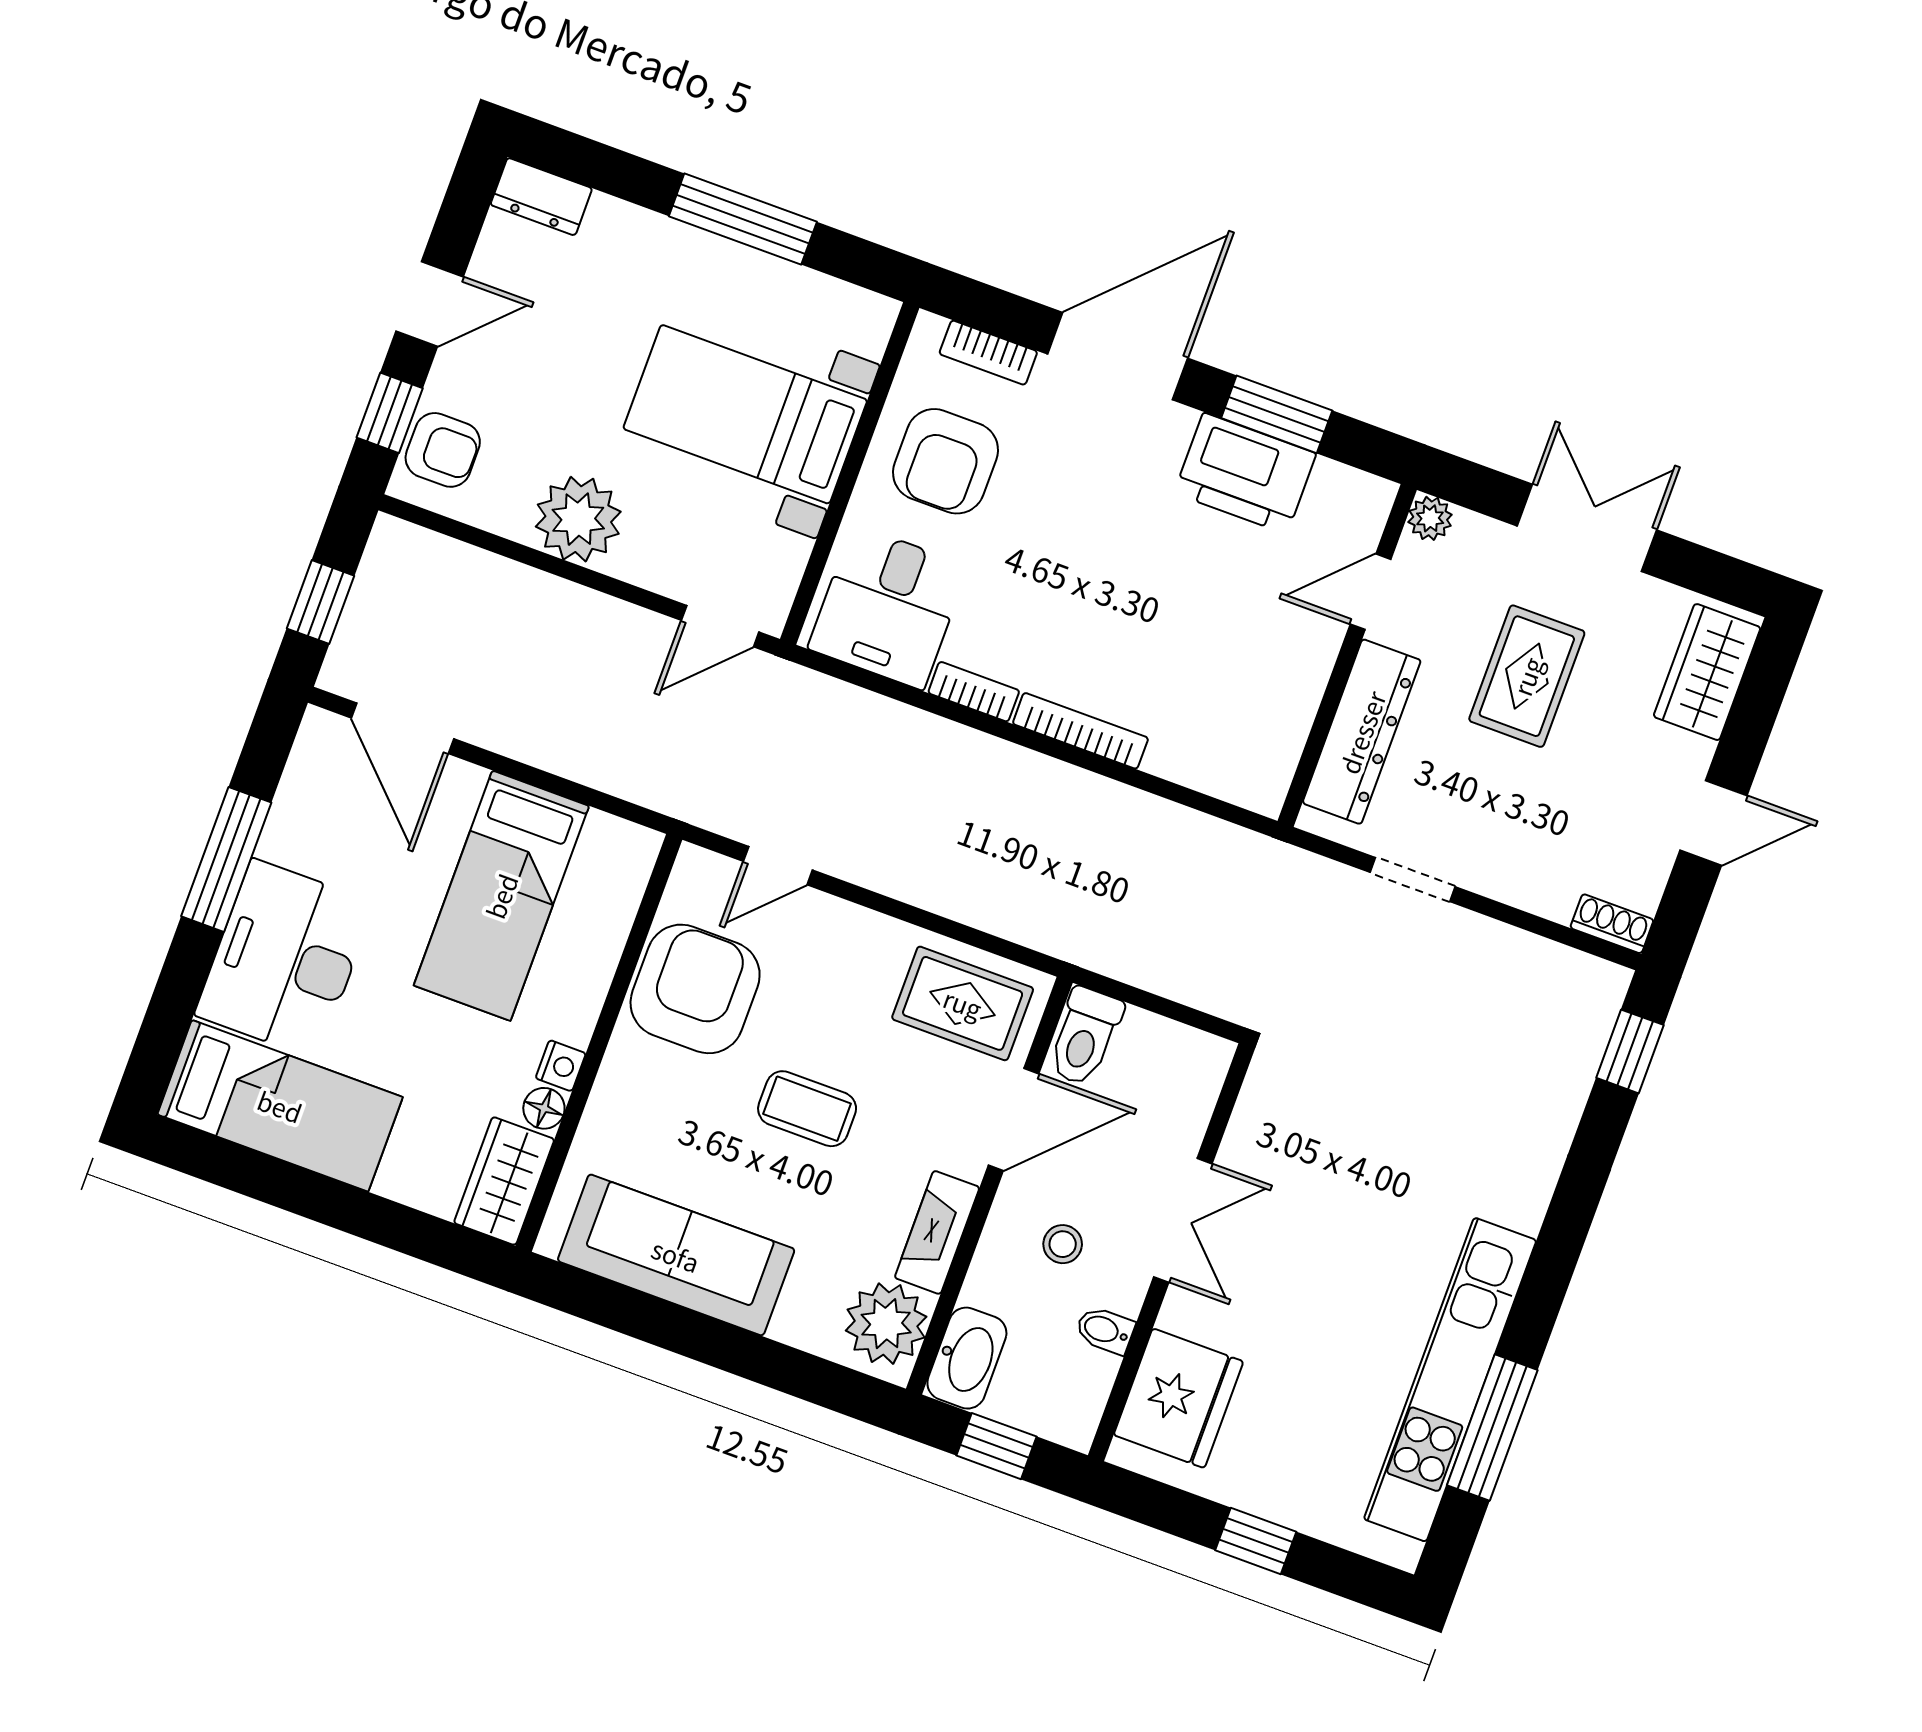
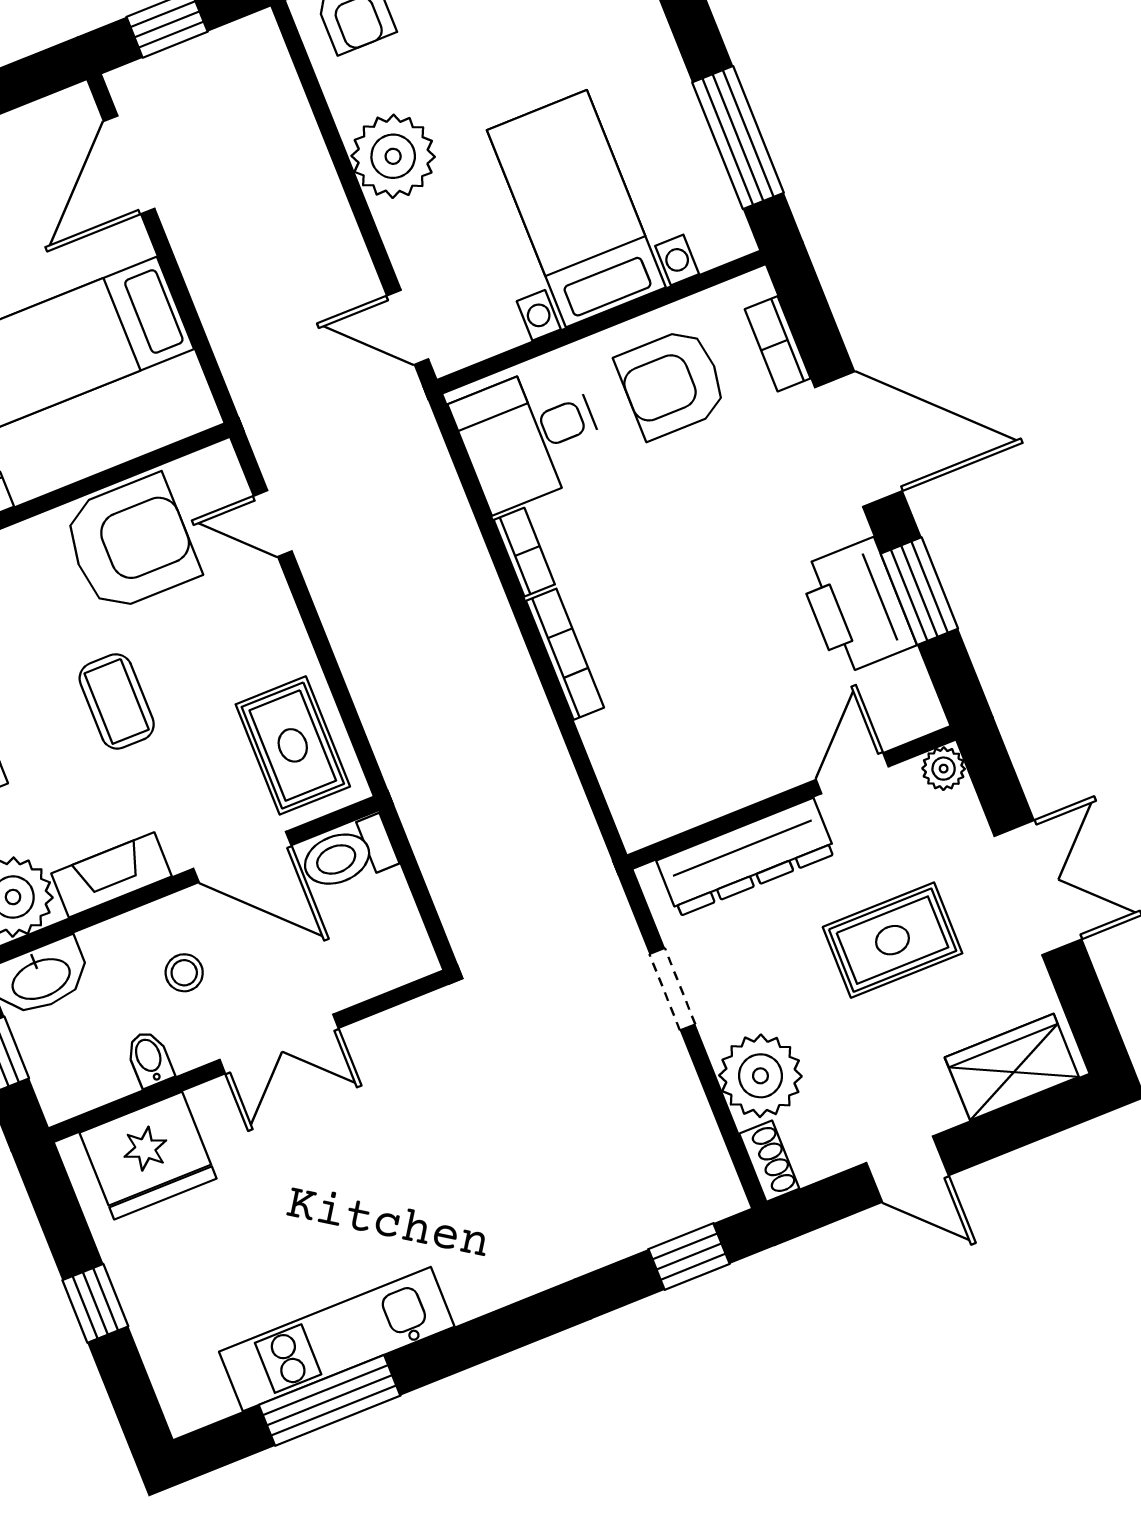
window: (743, 219) -> (738, 138), moved
door: (1370, 592) -> (852, 773), hinge flipped
plant: (1540, 872) -> (760, 1076), added
kitchen unit: (1450, 1380) -> (337, 1339), width x0.73

